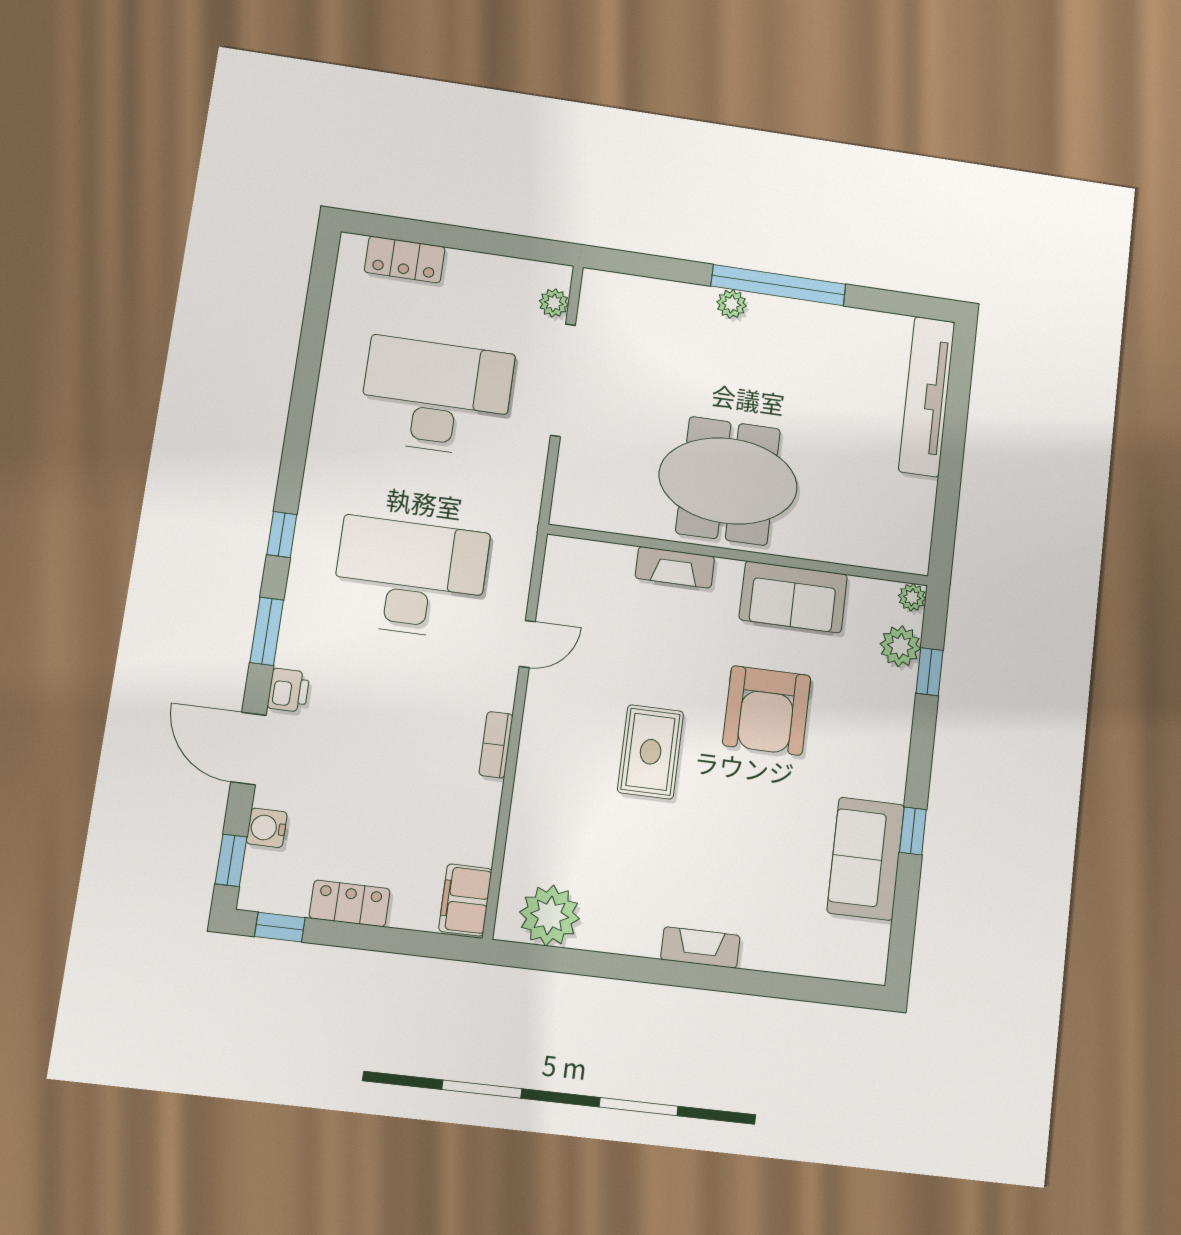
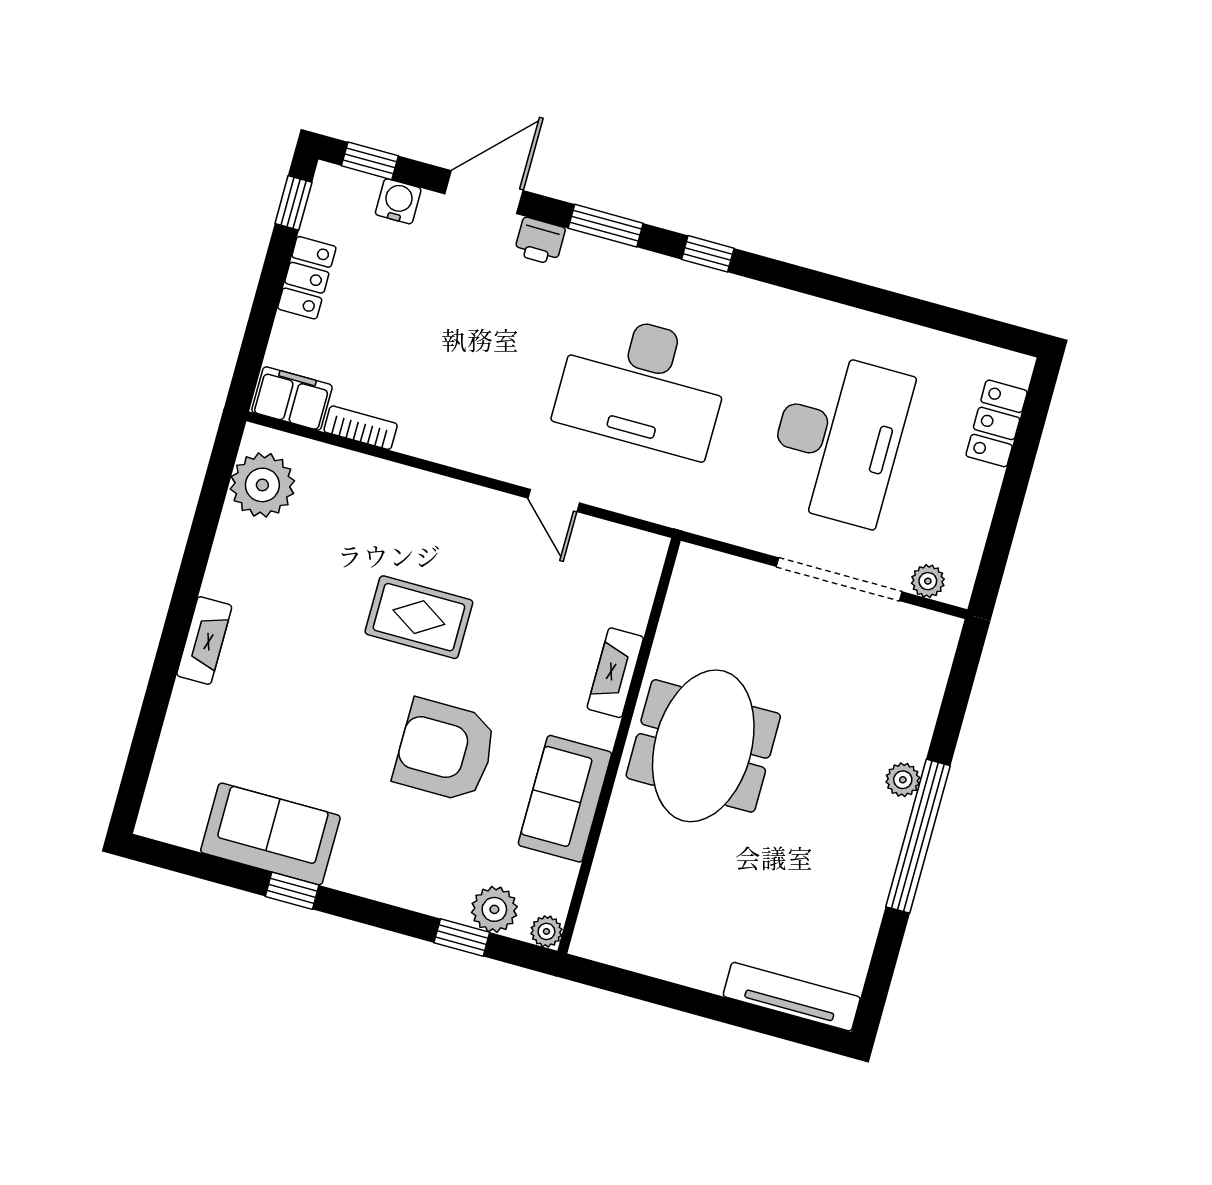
tv unit: (927, 396) -> (792, 997), width x0.73, depth x0.78
desk: (410, 577) -> (643, 384), turned 90
bookcase: (496, 745) -> (361, 428), moved

